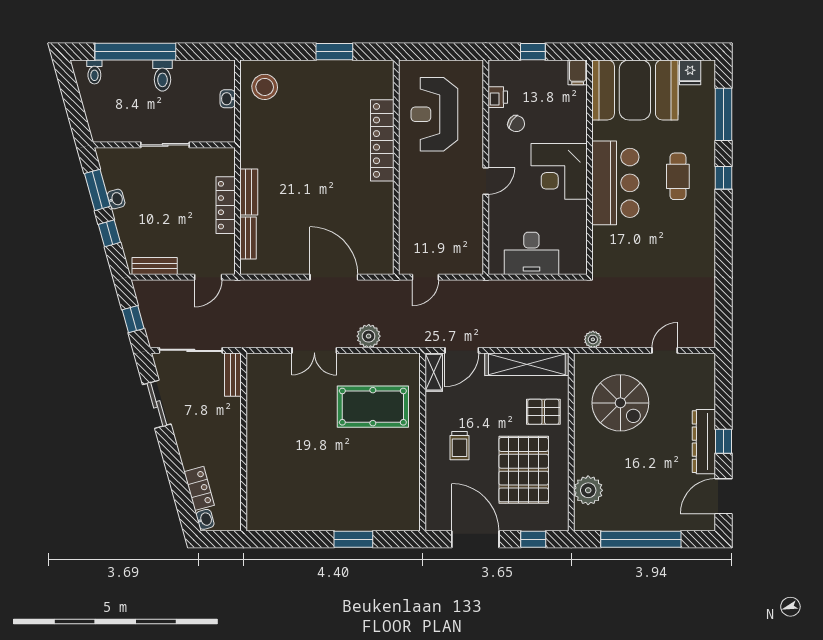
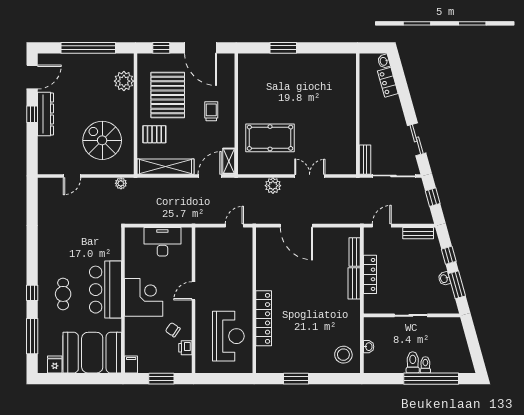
window: (533, 52) -> (161, 379), width x1.50
toilet: (94, 72) -> (425, 365), moved

